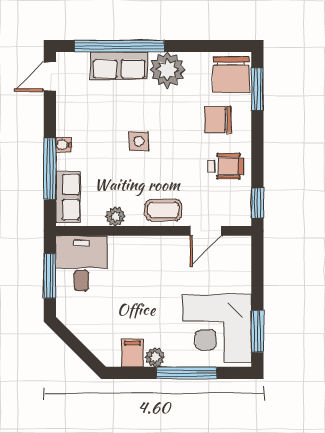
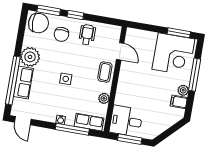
window: (257, 203) -> (75, 15), moved

